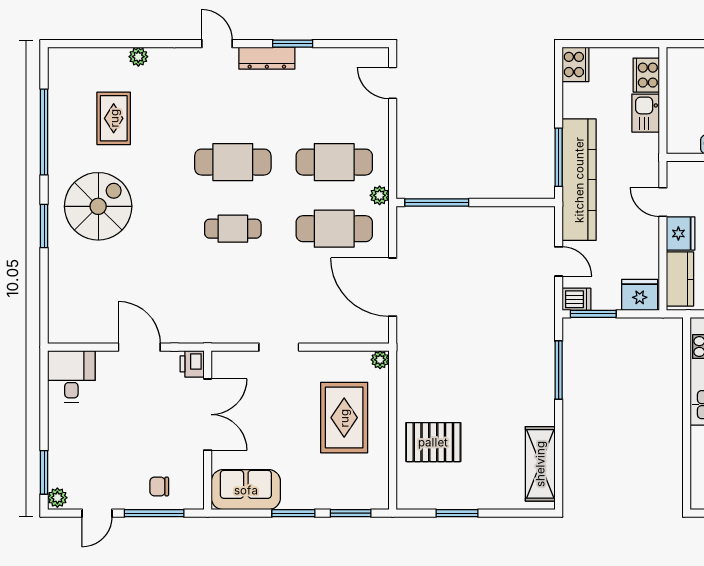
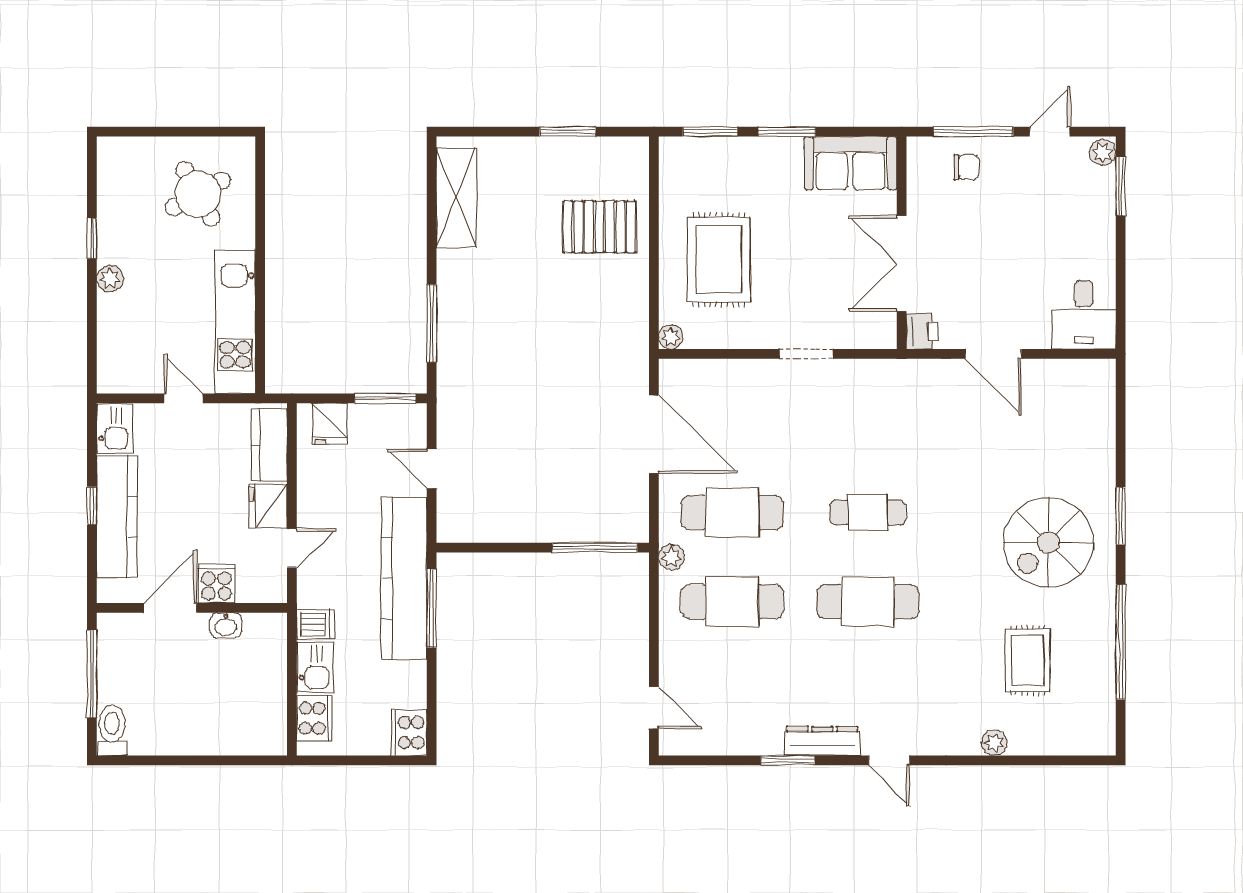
door: (663, 202) -> (292, 548), hinge flipped
fridge: (640, 295) -> (330, 424), width x0.72
dishwasher: (576, 299) -> (316, 624), moved, turned 180

